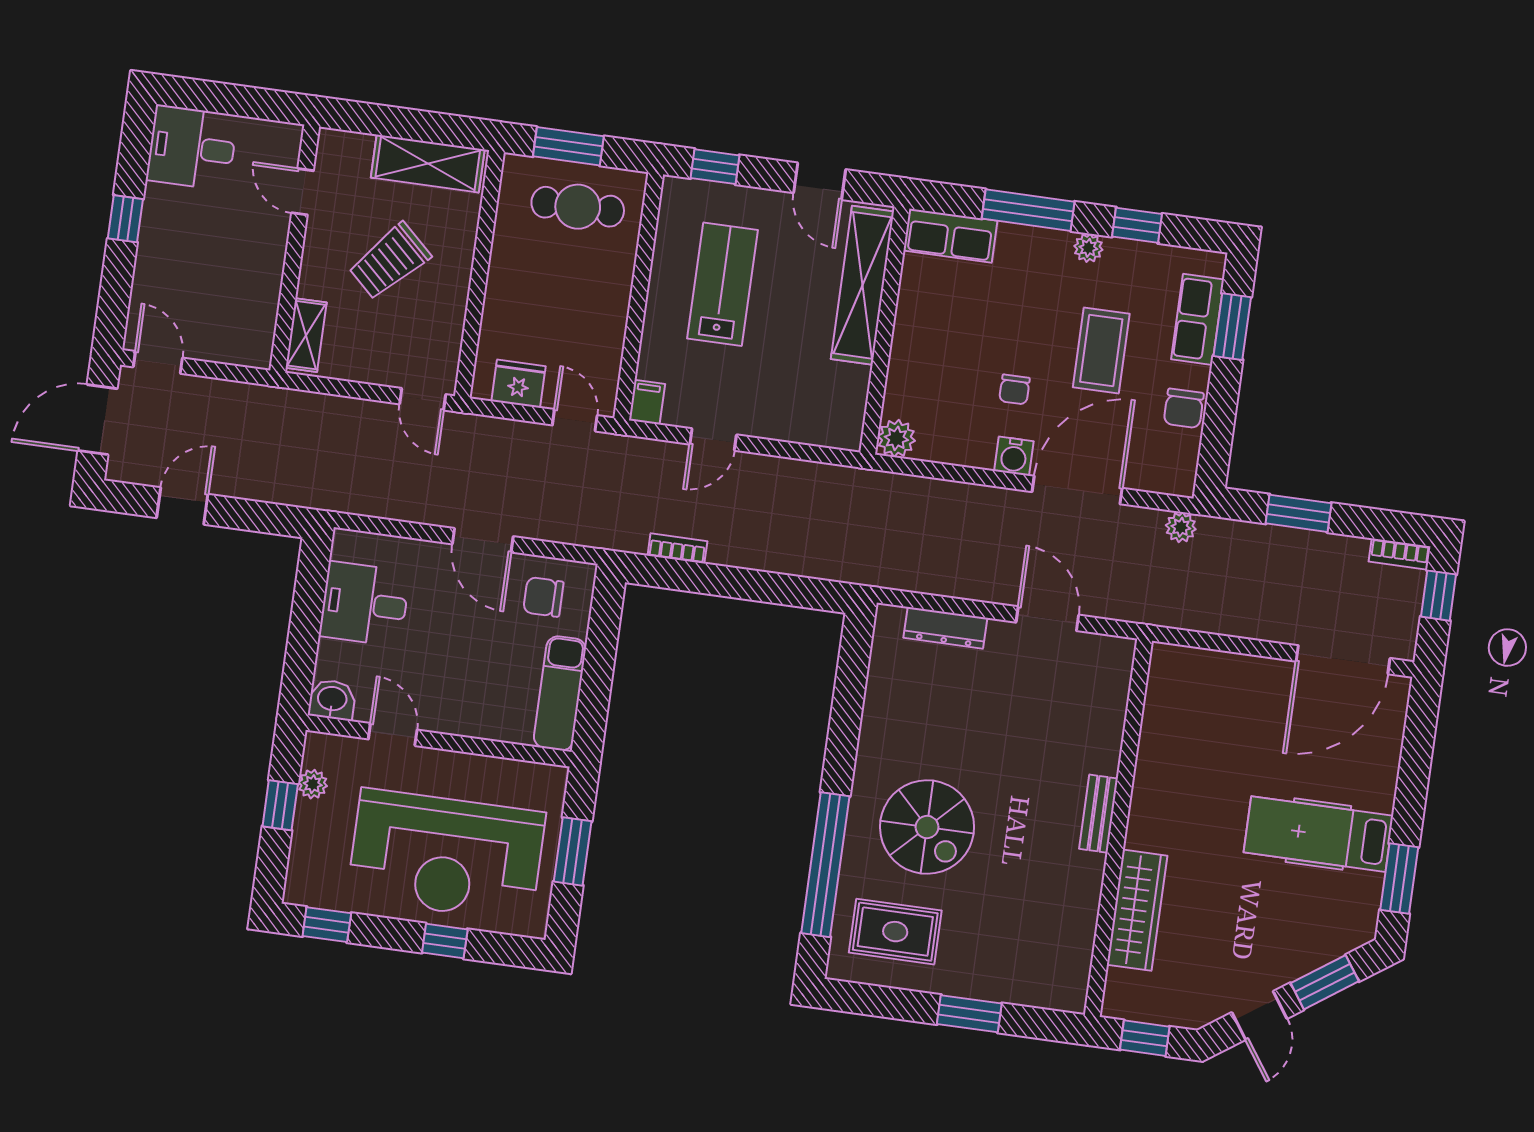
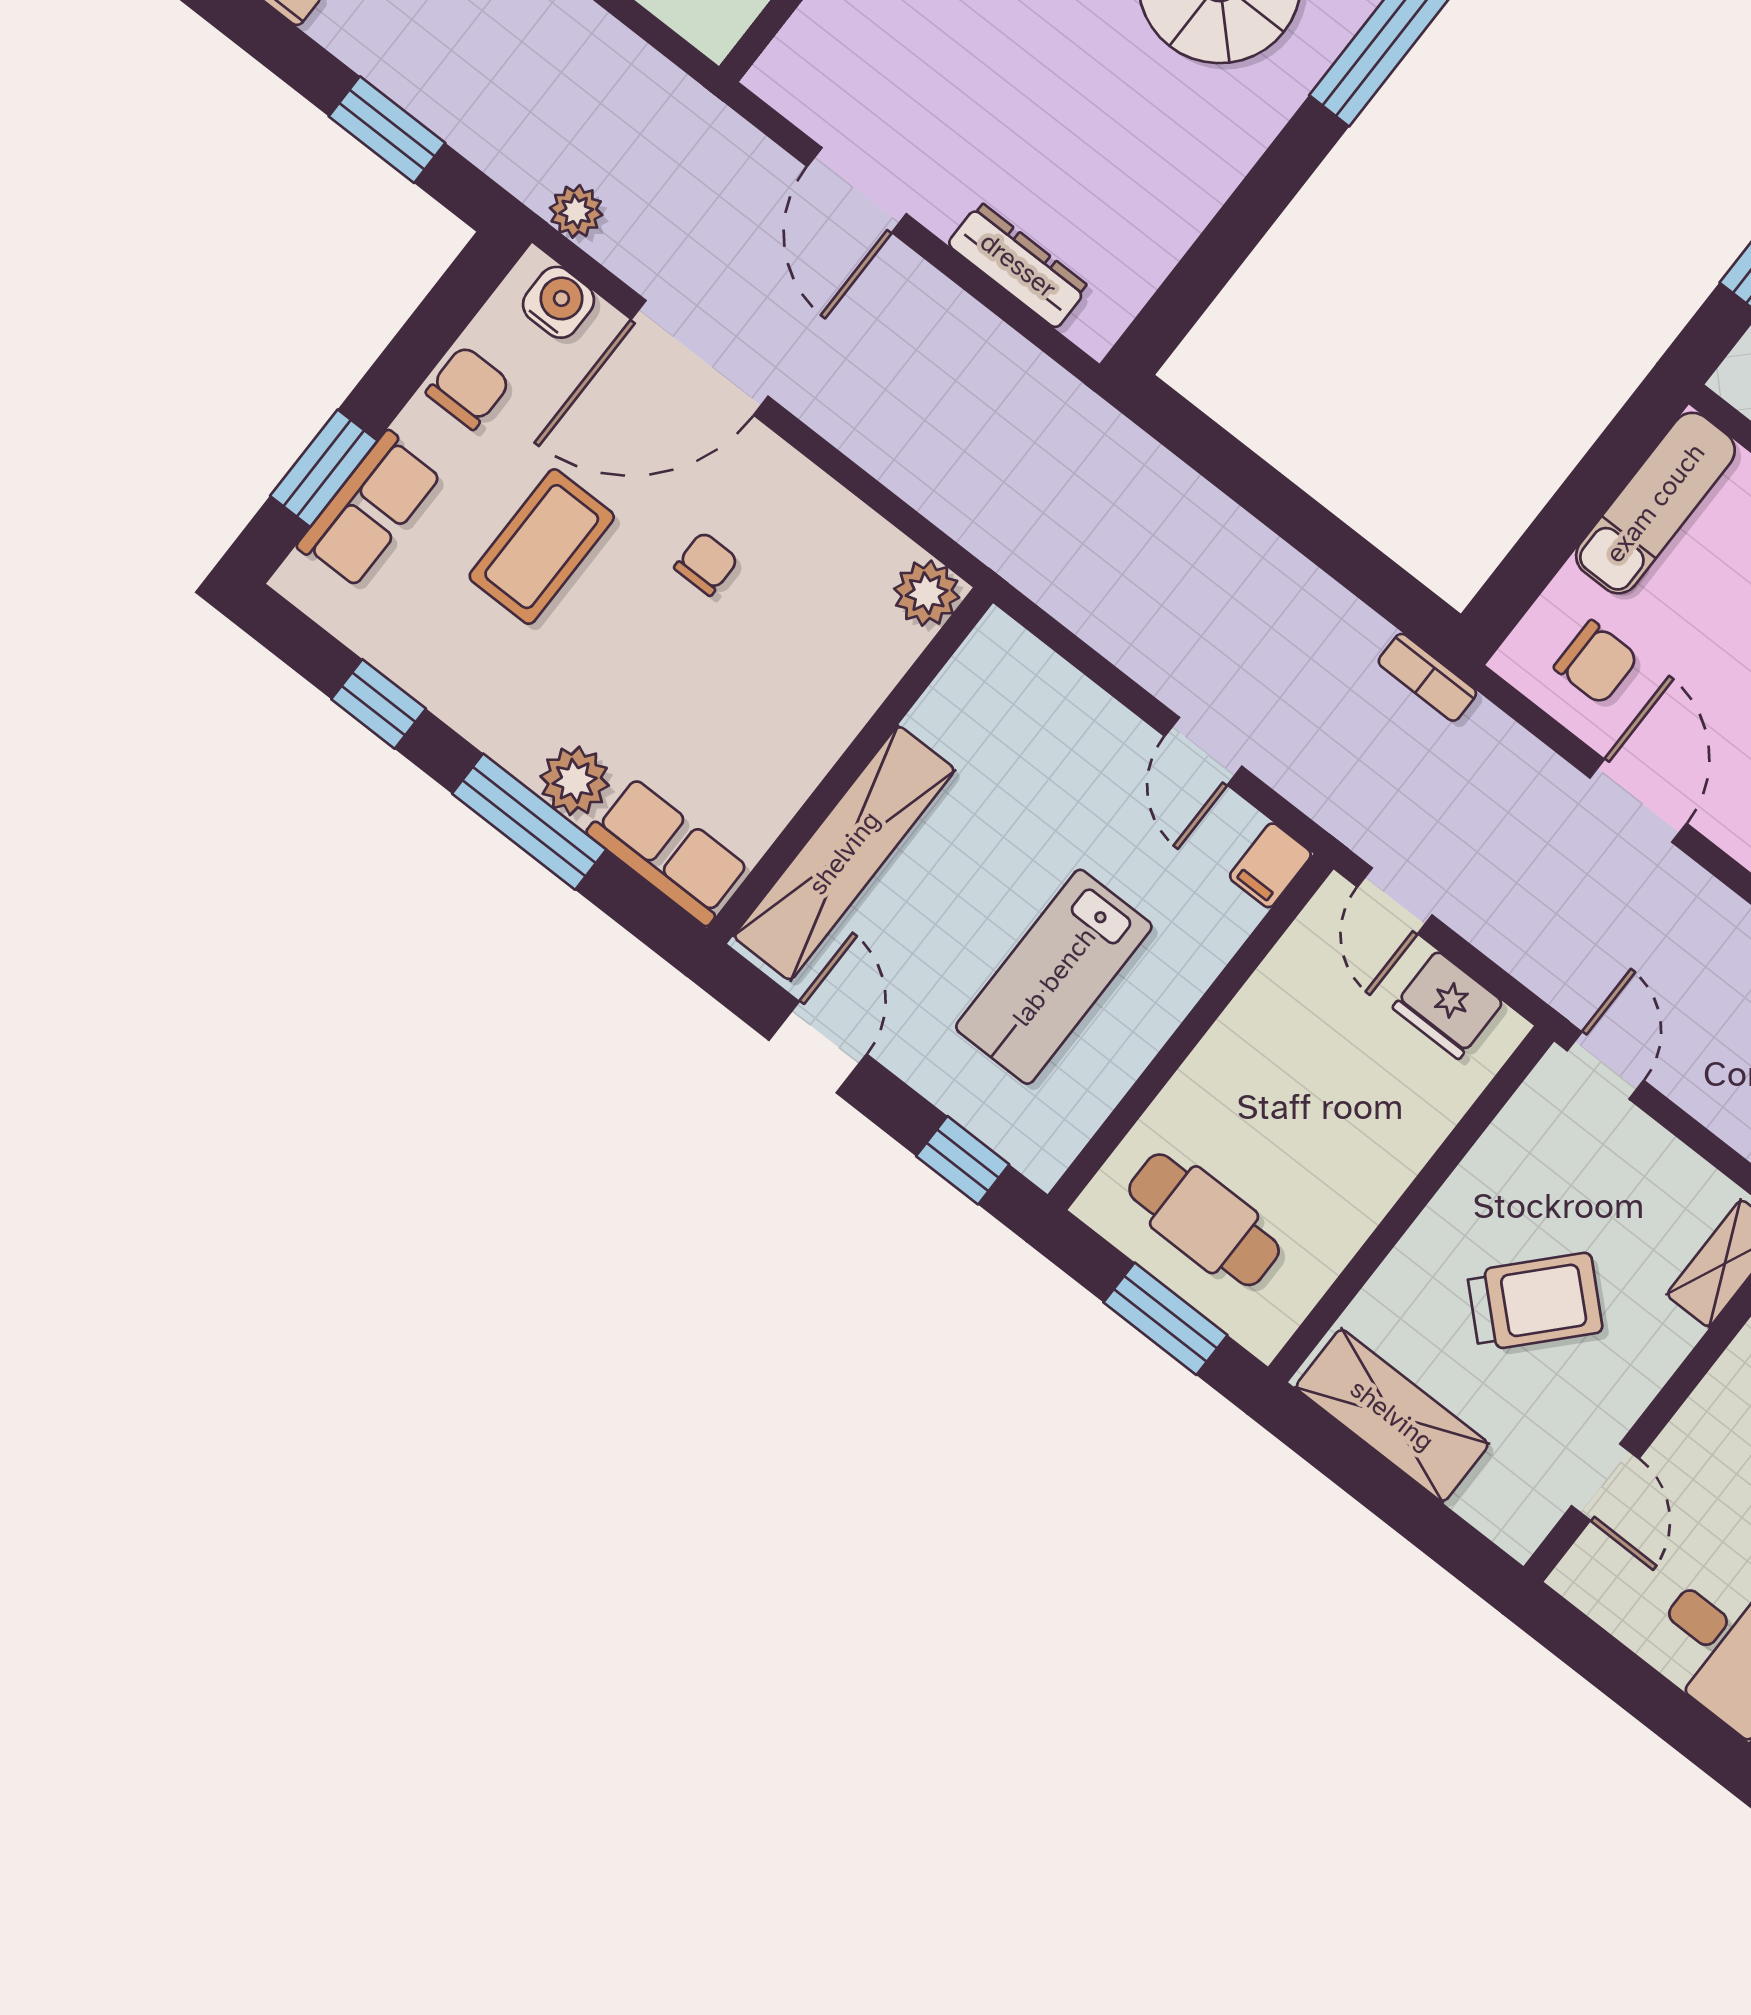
plant: (1088, 248) -> (575, 781), moved, width x1.38, depth x1.38
door: (713, 439) -> (1203, 751), swing flipped
water cooler: (1014, 456) -> (558, 302), moved
bookcase: (677, 548) -> (1427, 677), moved

